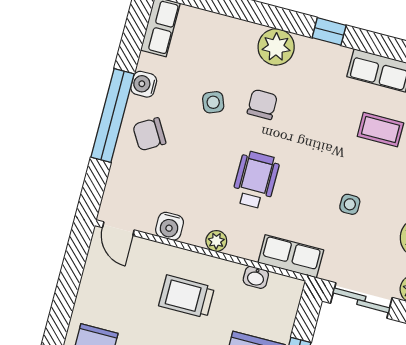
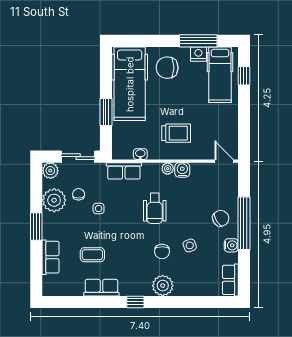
water cooler: (170, 226) -> (182, 170), moved
chair: (377, 237) -> (79, 194), added

